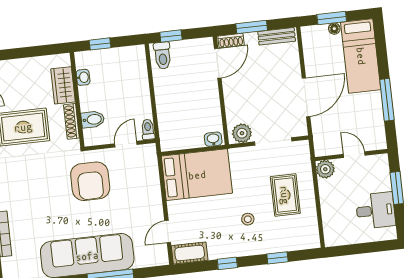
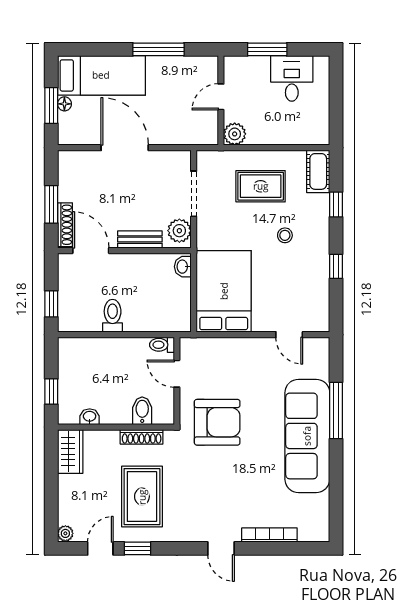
bench: (277, 36) -> (140, 240), moved, turned 90
shoe rack: (231, 41) -> (65, 225), width x1.43
toilet: (163, 56) -> (113, 316), moved, turned -90
wardrobe: (63, 85) -> (70, 451), moved, turned -90
door: (306, 97) -> (125, 148), moved
cot: (190, 253) -> (318, 171), moved

